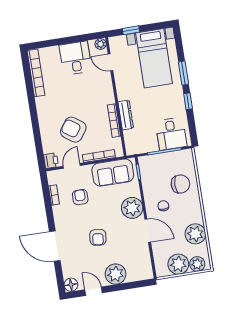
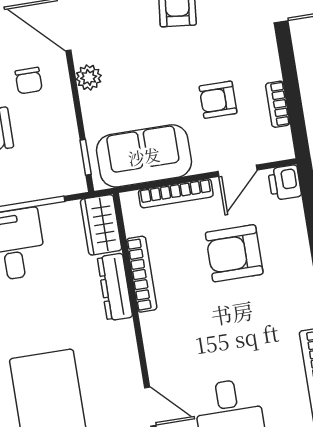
armchair: (73, 130) -> (234, 253), turned 145
wardrobe: (132, 142) -> (101, 225), added
armchair: (80, 197) -> (218, 100), turned 90
plant: (132, 208) -> (89, 77), width x0.53, depth x0.53

